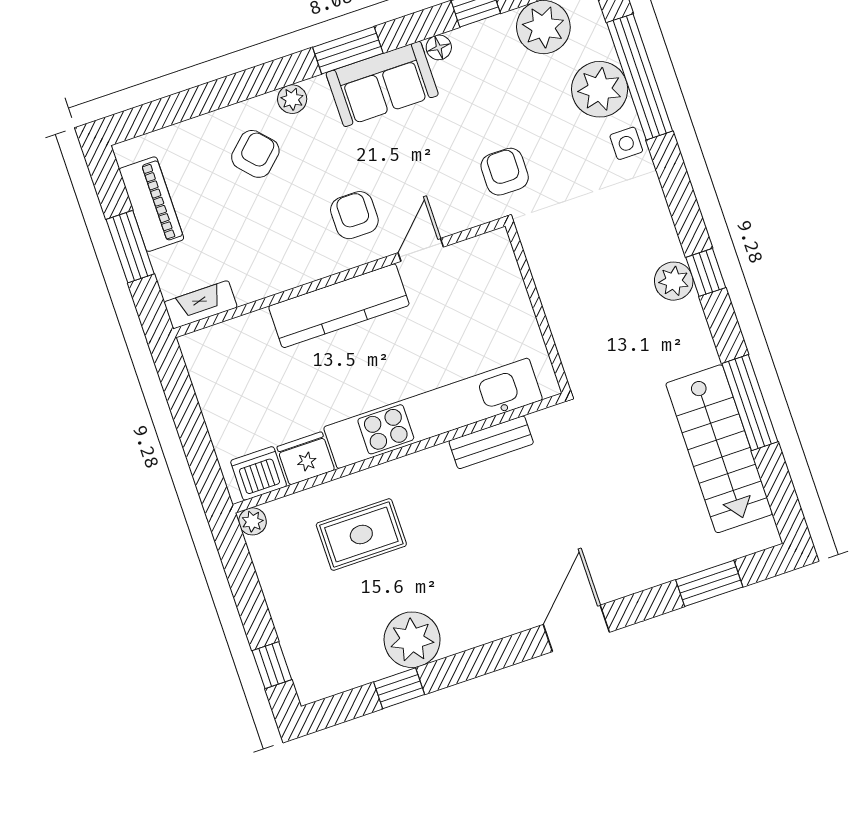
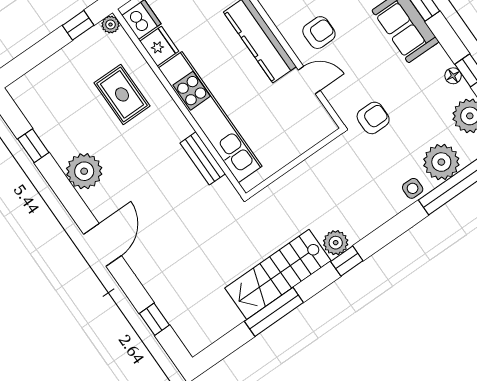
floor lamp: (439, 47) -> (453, 76), moved
stairs: (719, 449) -> (278, 274), moved
window: (709, 583) -> (154, 319), width x0.67
door: (576, 628) -> (103, 245), hinge flipped
plant: (412, 640) -> (84, 171), moved
window: (272, 665) -> (78, 25), moved

